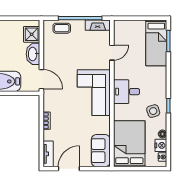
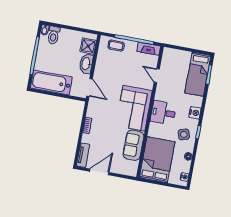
door: (112, 53) -> (157, 76), swing flipped
nightstand: (161, 145) -> (195, 113), moved
sofa: (101, 151) -> (133, 145), moved

